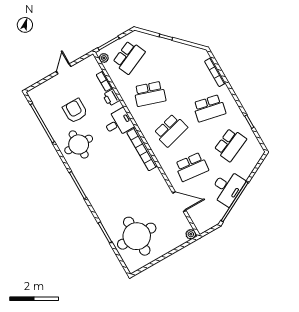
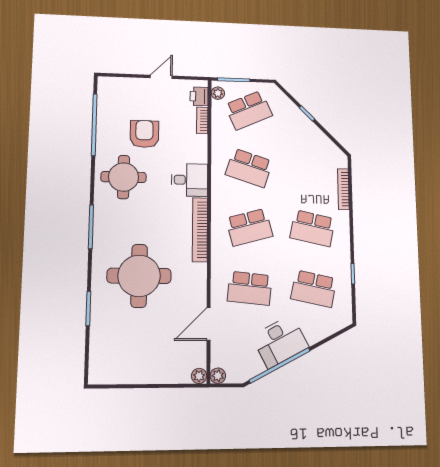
printer: (111, 98) -> (199, 96), moved
school desk: (230, 145) -> (314, 289), turned 36
door: (179, 202) -> (209, 324), swing flipped
plant: (202, 228) -> (218, 376), added
round table: (137, 236) -> (139, 276), moved

